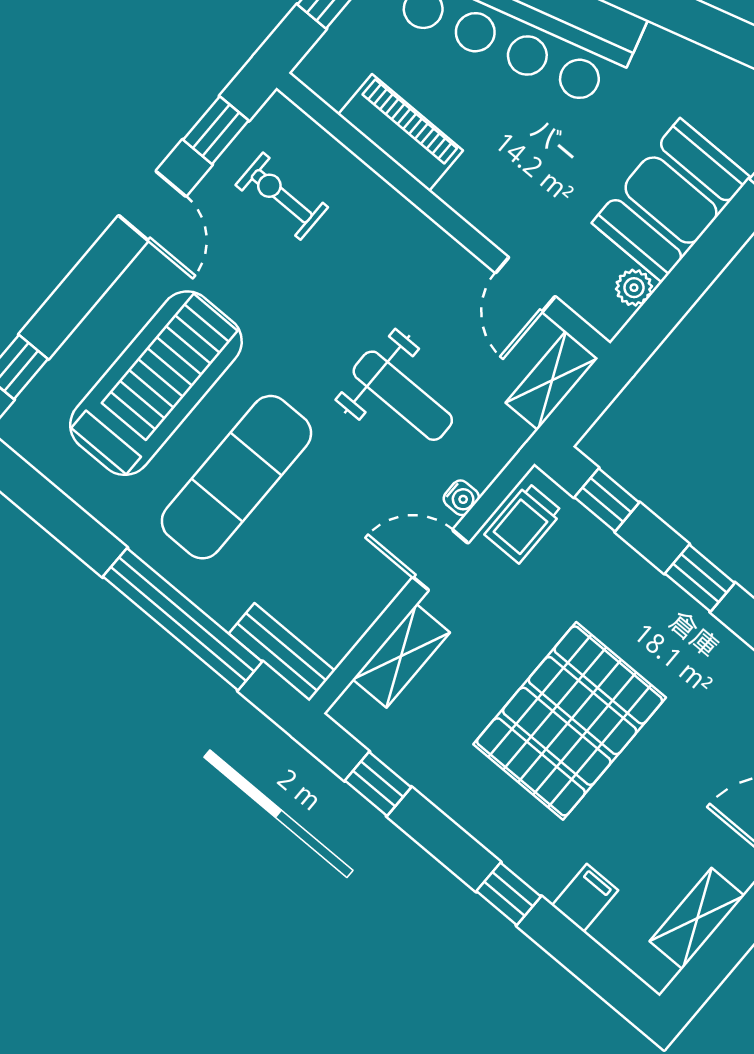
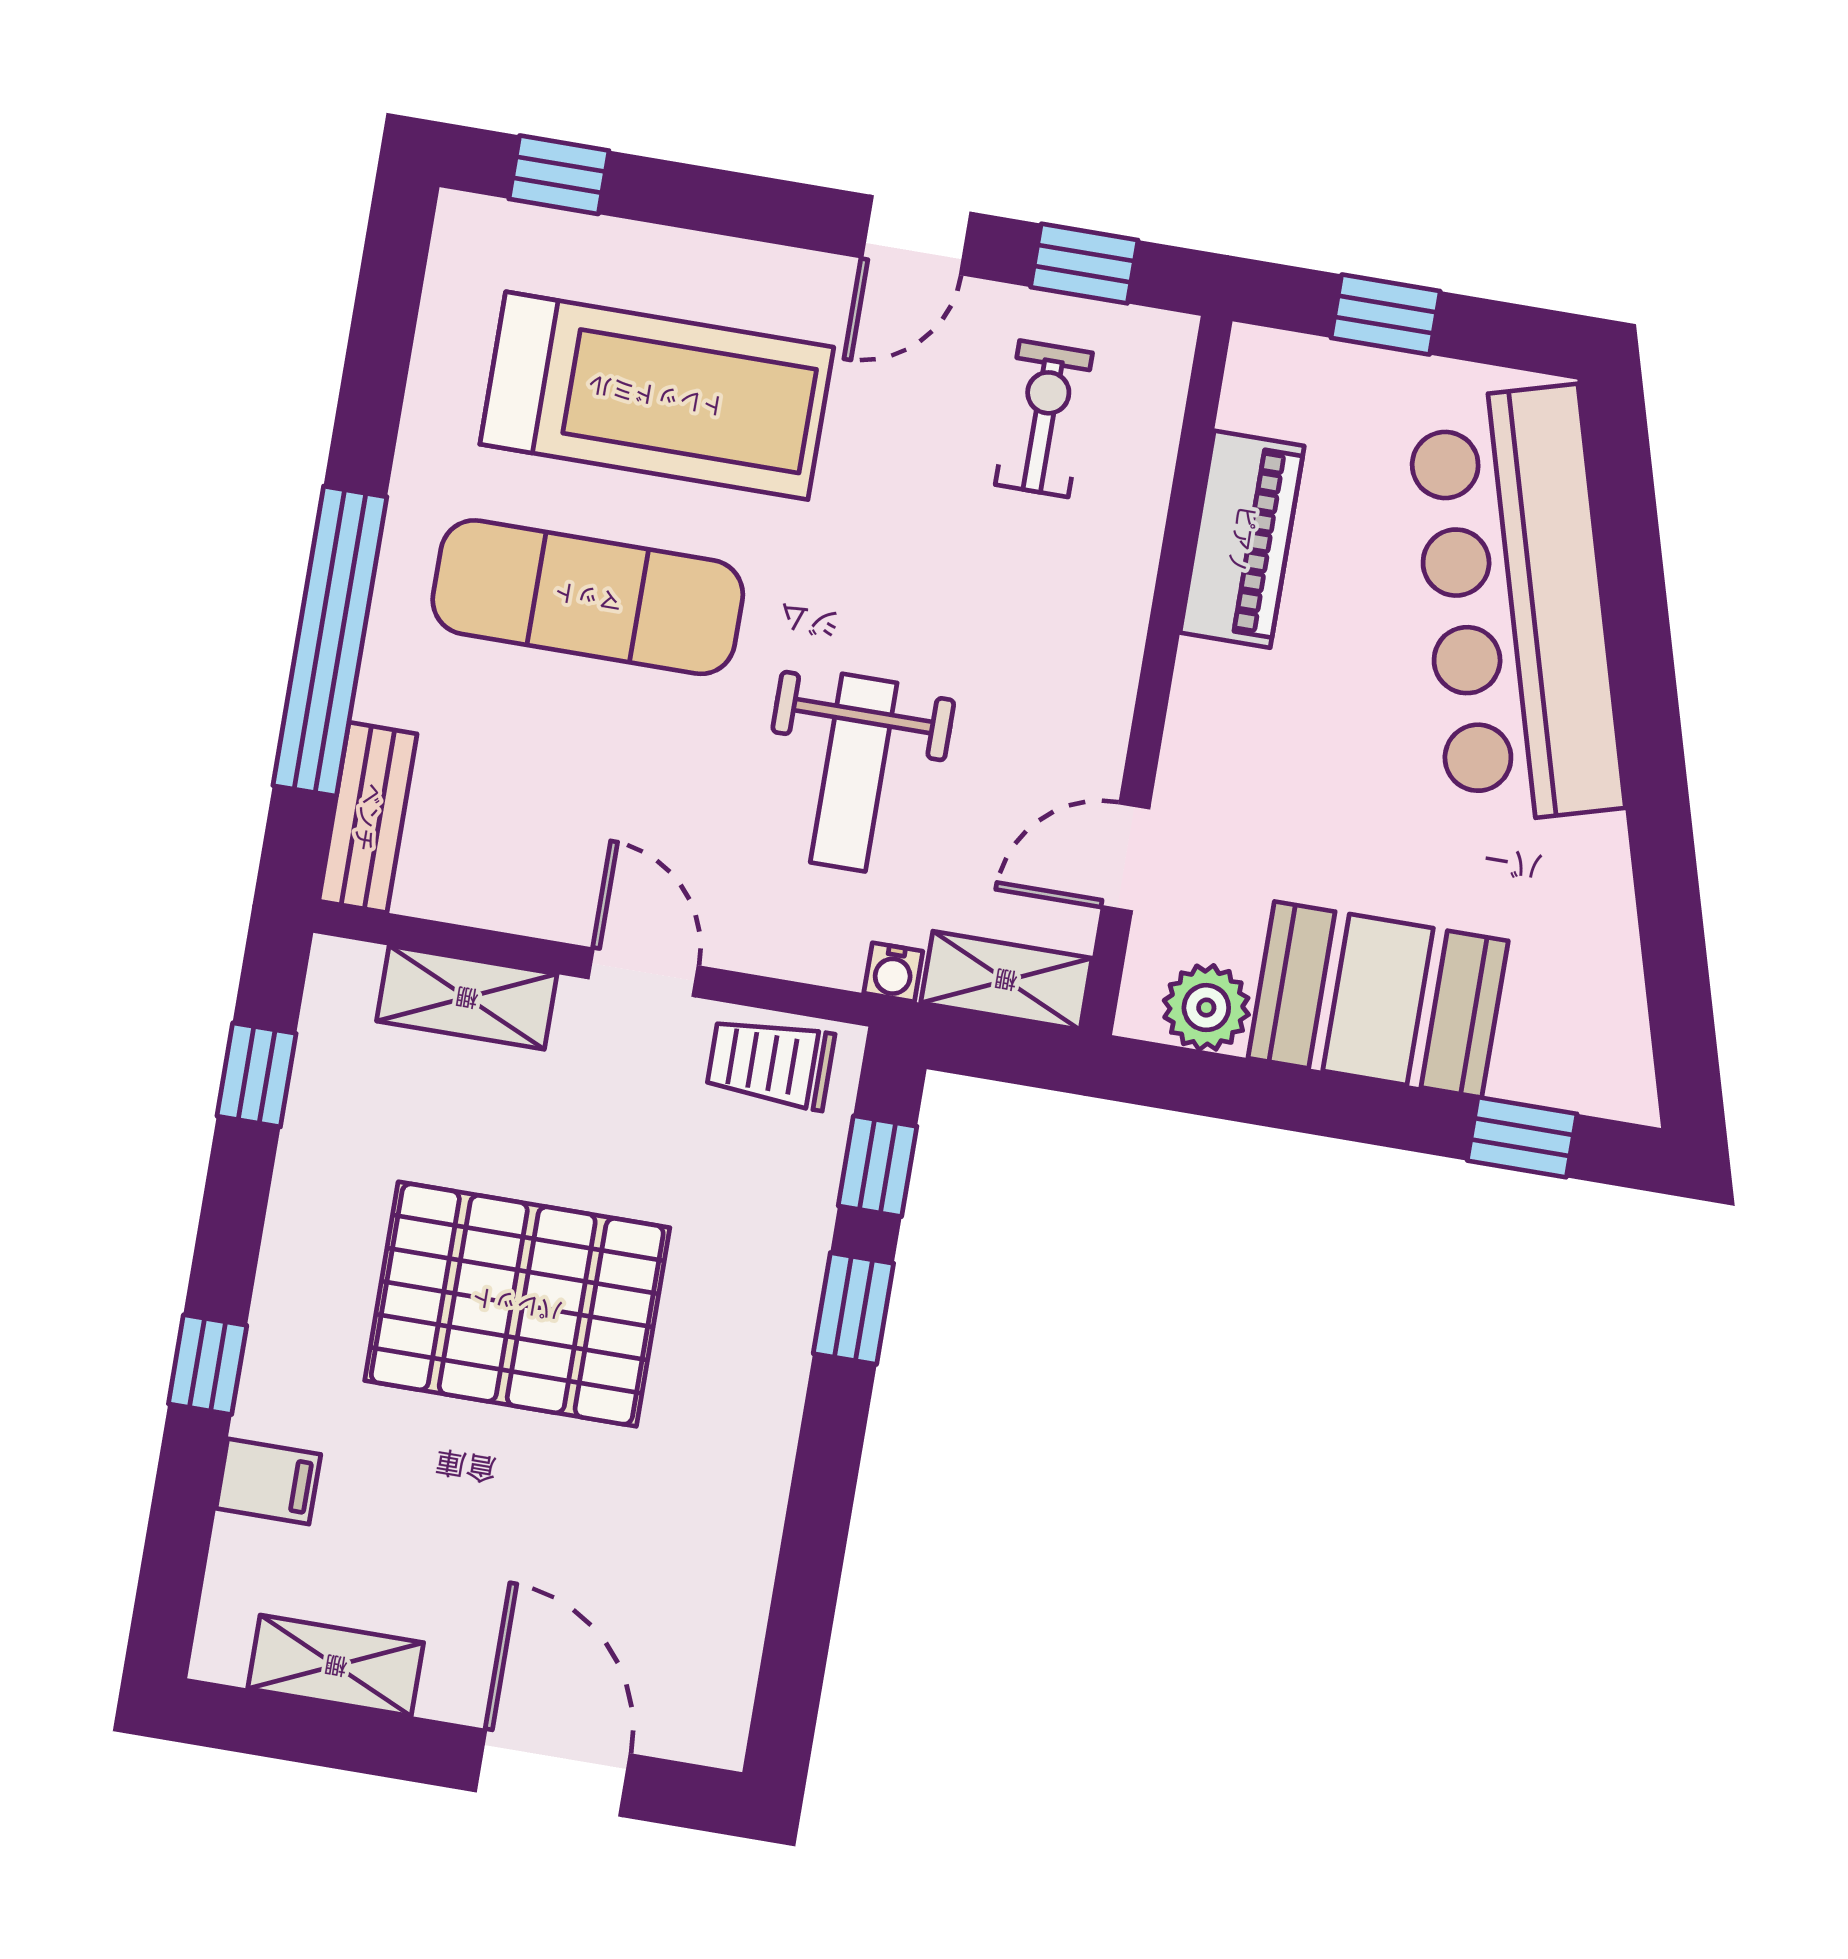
plant: (634, 288) -> (1206, 1008), width x1.38, depth x1.38
water cooler: (461, 498) -> (893, 972), moved
window: (700, 578) -> (853, 1308), moved

